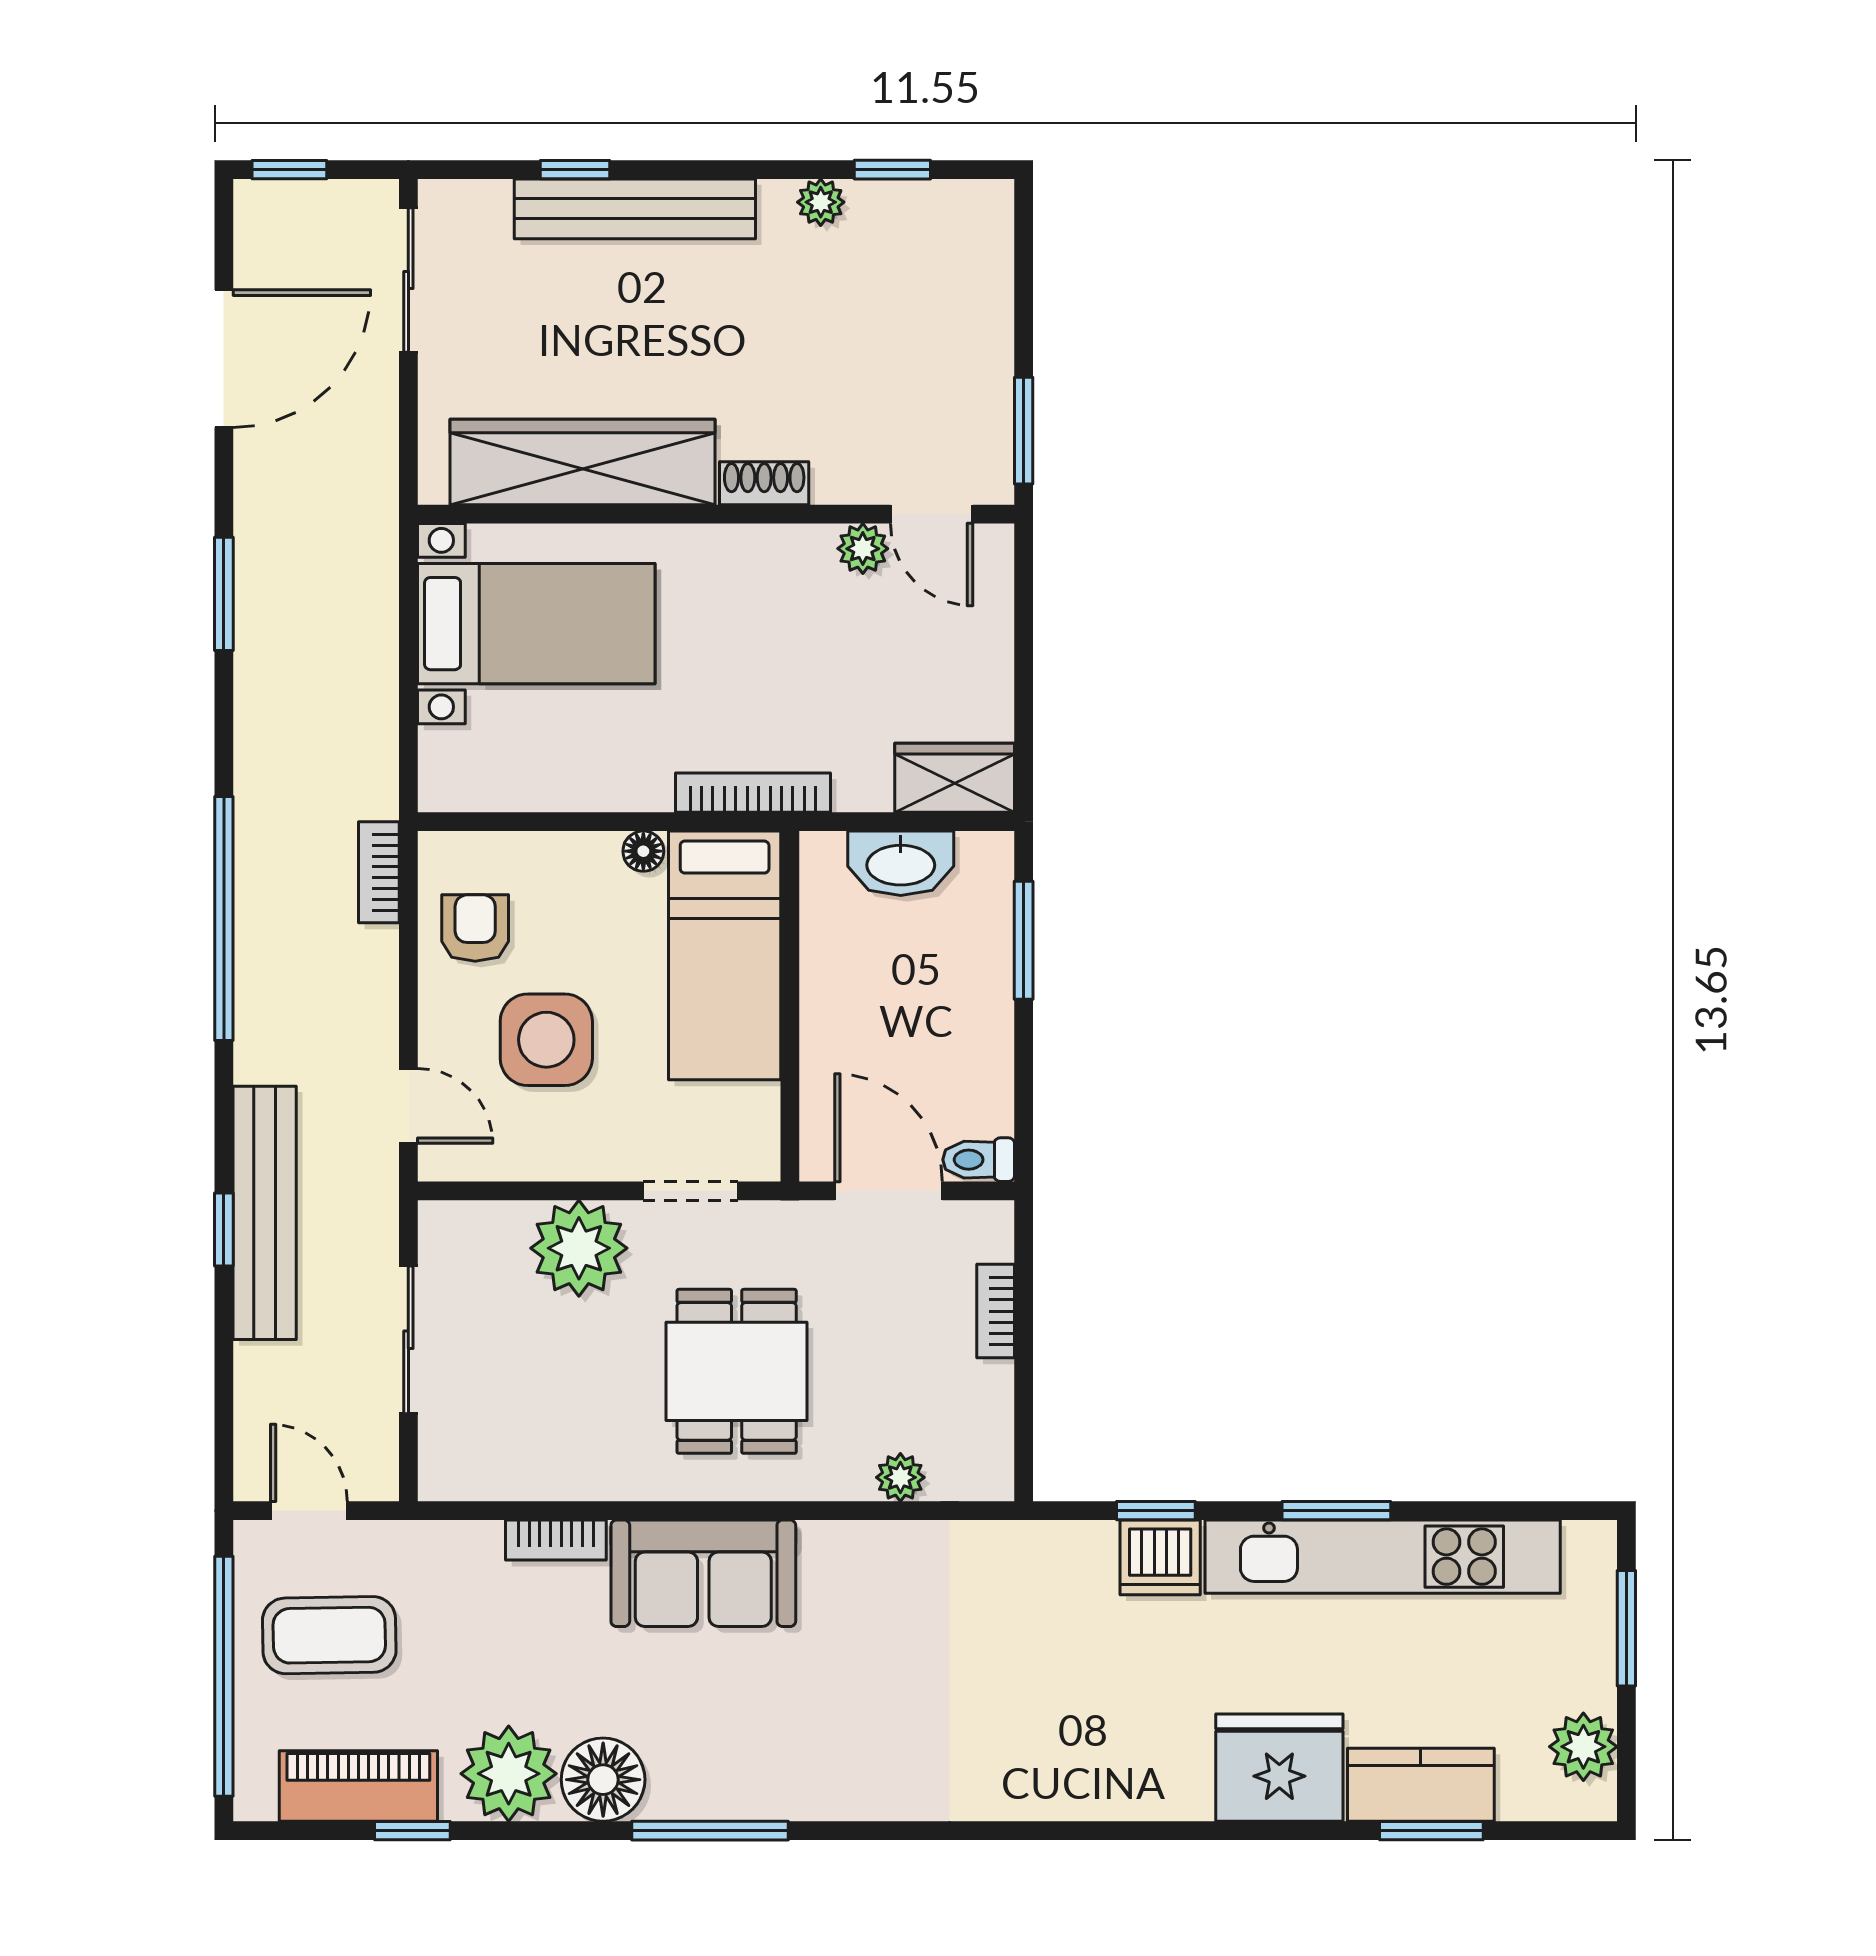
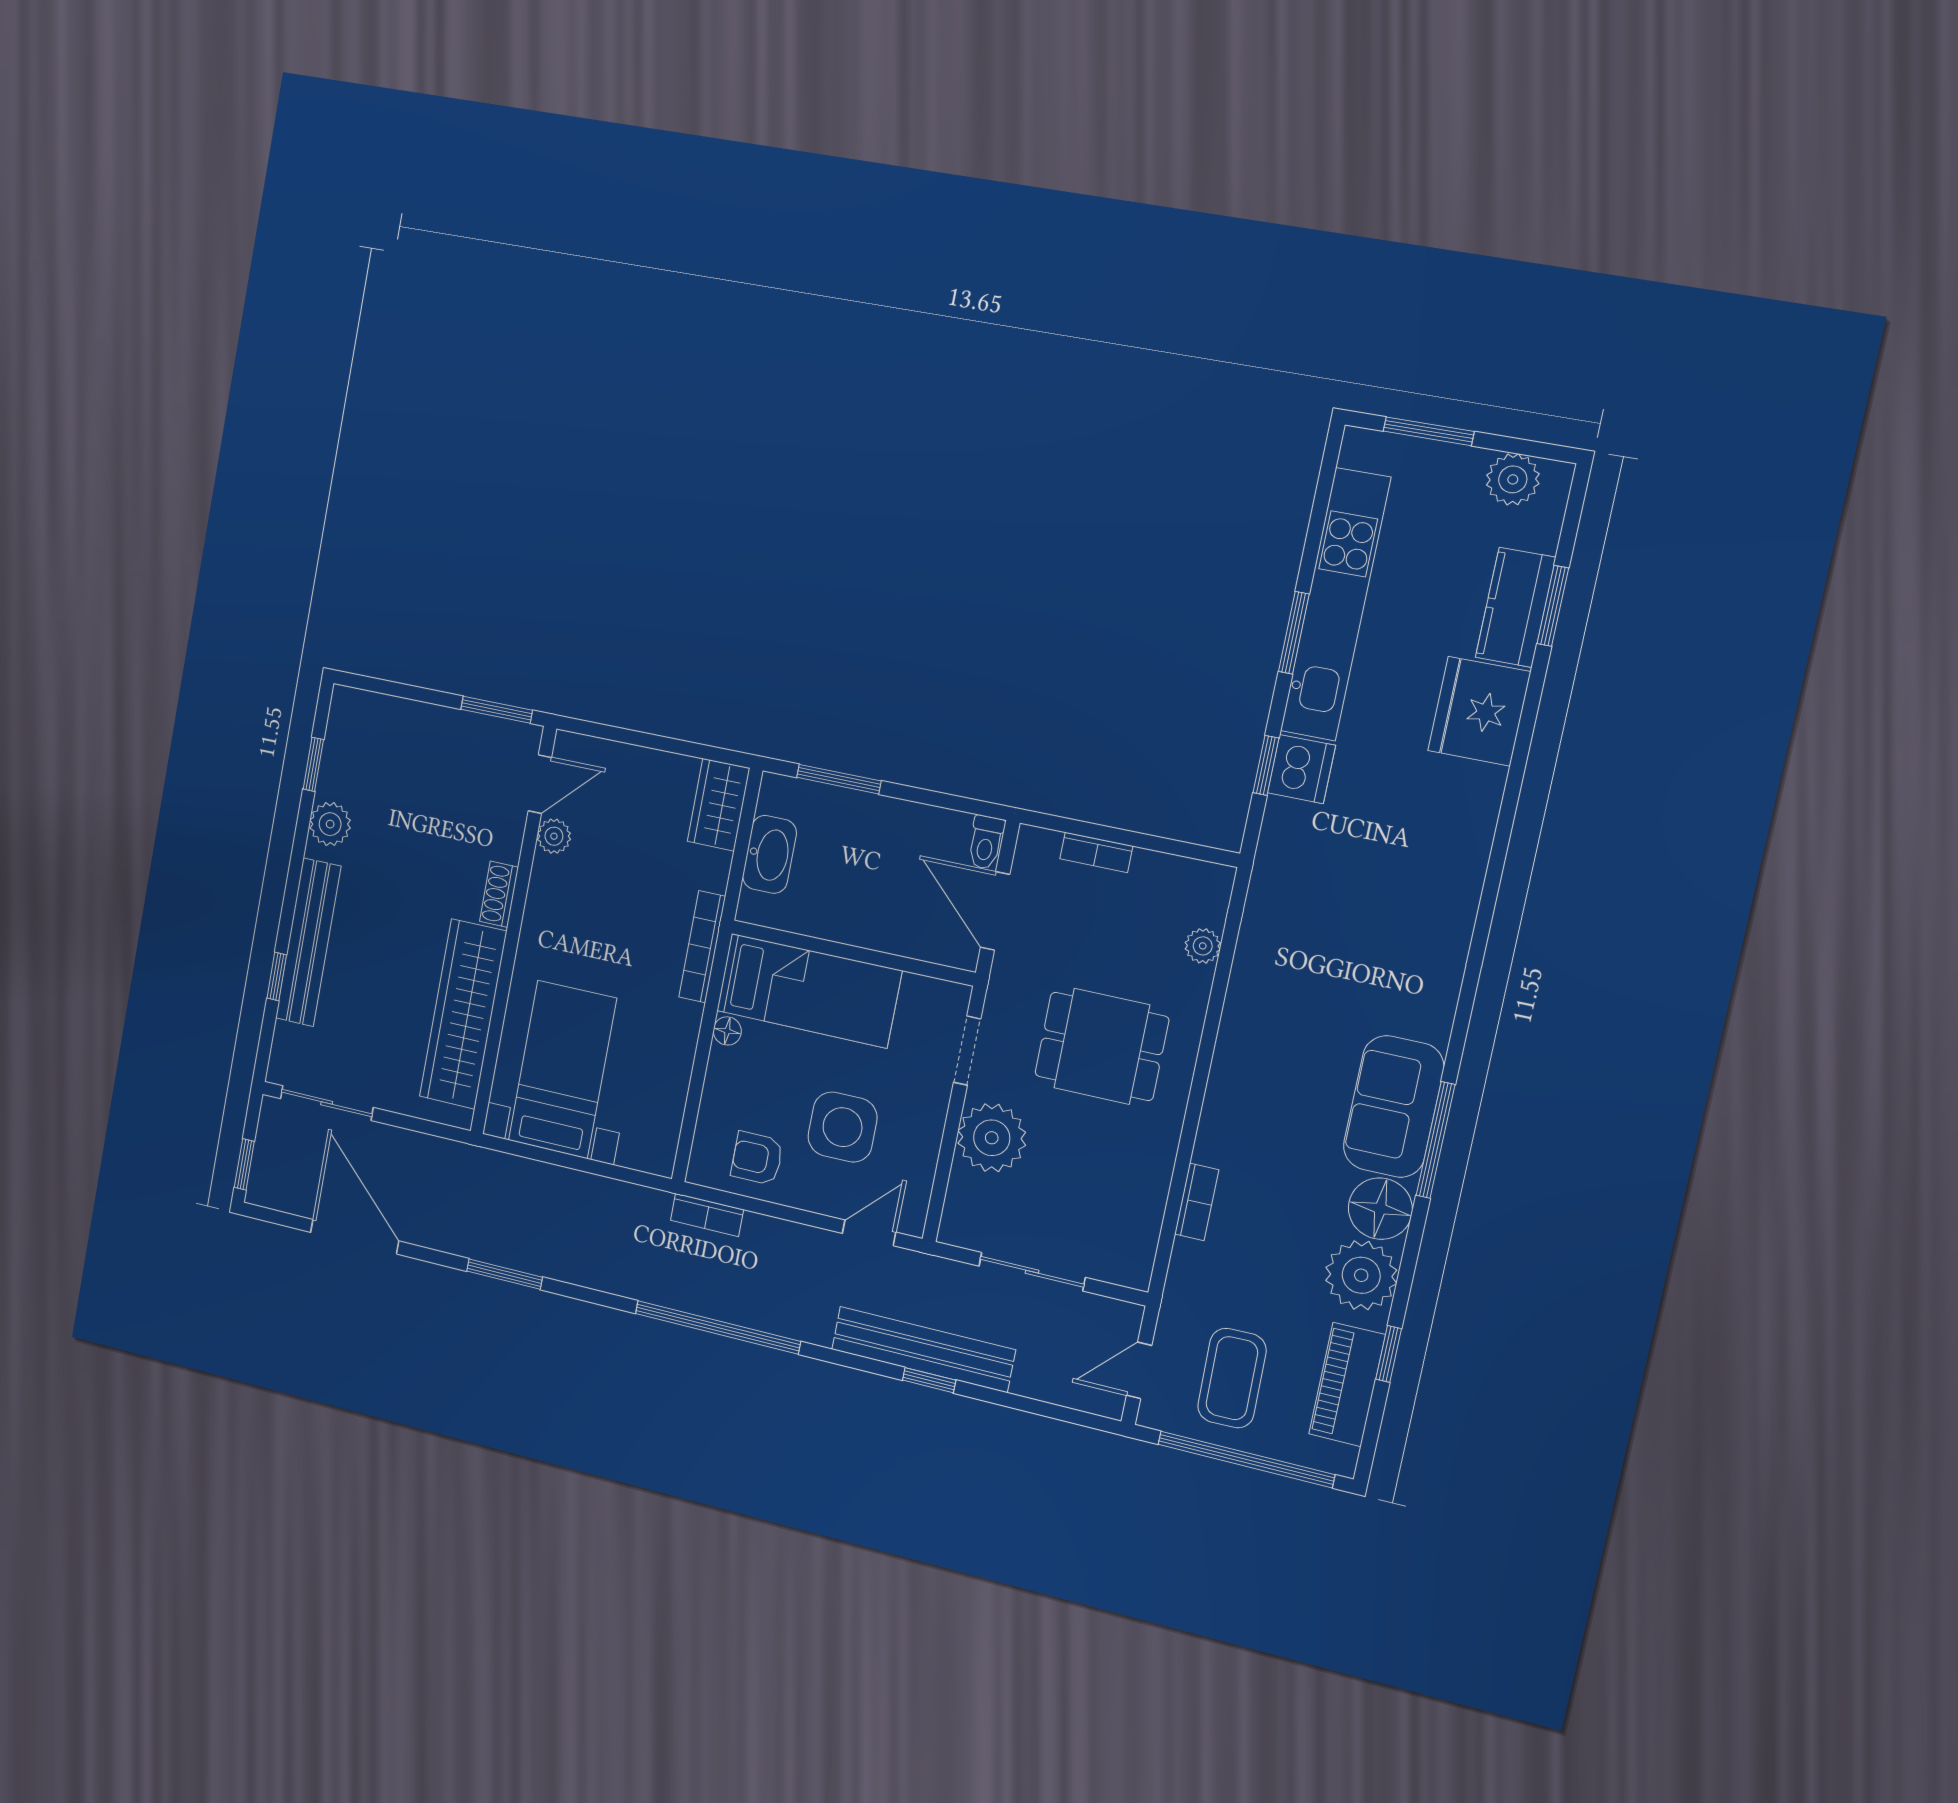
plant: (821, 202) -> (330, 824), width x1.38, depth x1.38
door: (889, 1191) -> (995, 911), hinge flipped
sofa: (703, 1573) -> (1394, 1107), moved, turned 180

